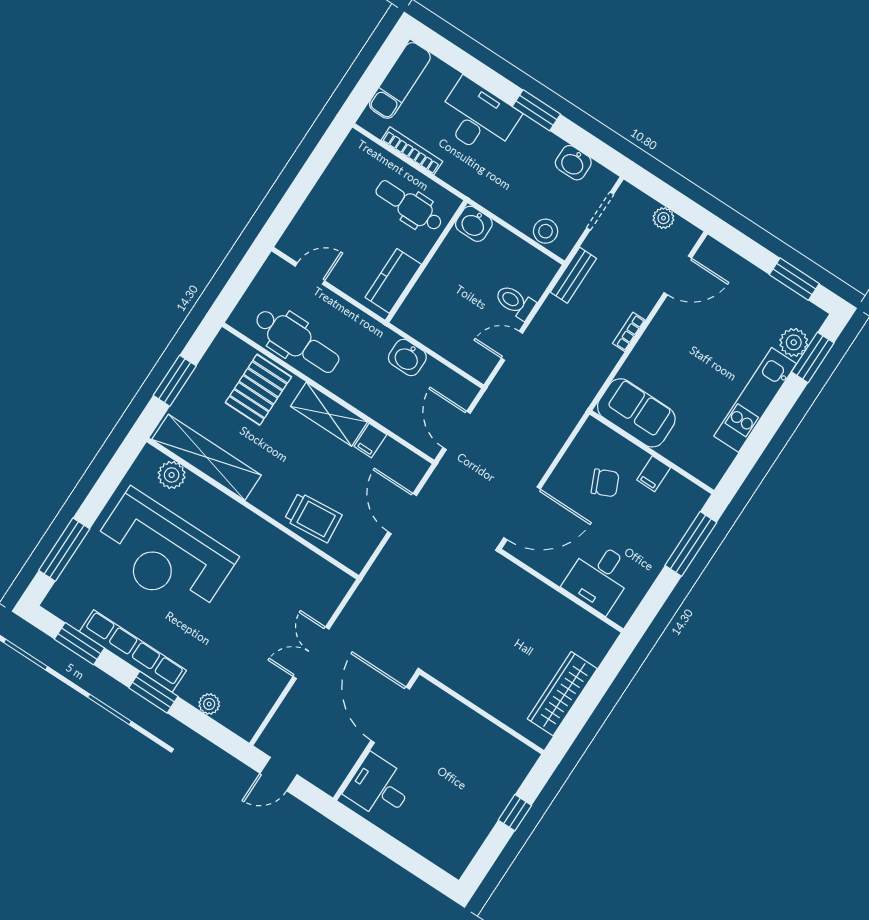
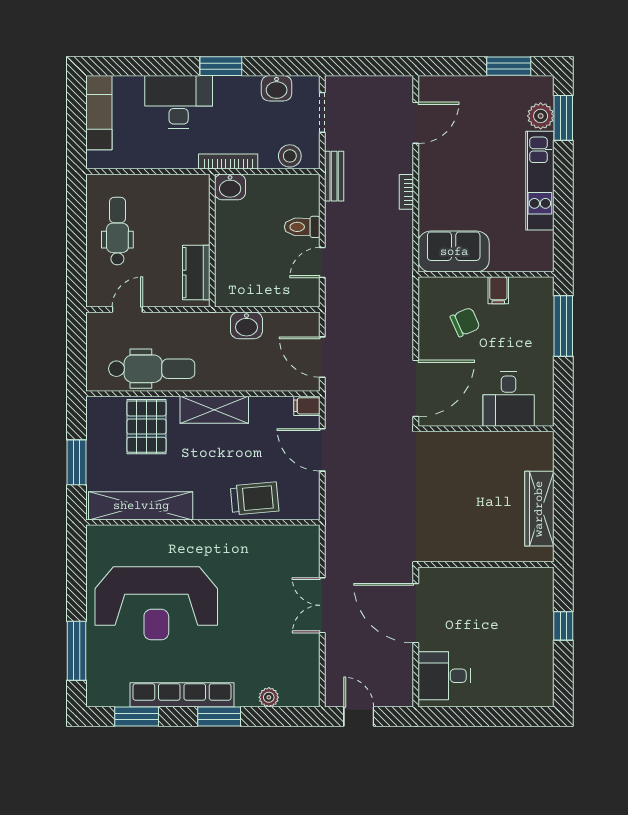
bookcase: (412, 151) -> (228, 162), moved
dental chair: (409, 206) -> (117, 231), moved, turned 90
plant: (663, 218) -> (375, 85), removed
filing cabinet: (370, 441) -> (307, 406), moved, turned 90
plant: (172, 475) -> (122, 538), removed
door: (279, 774) -> (359, 717), swing flipped

